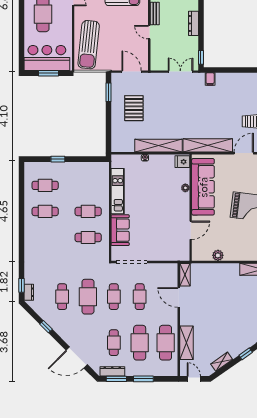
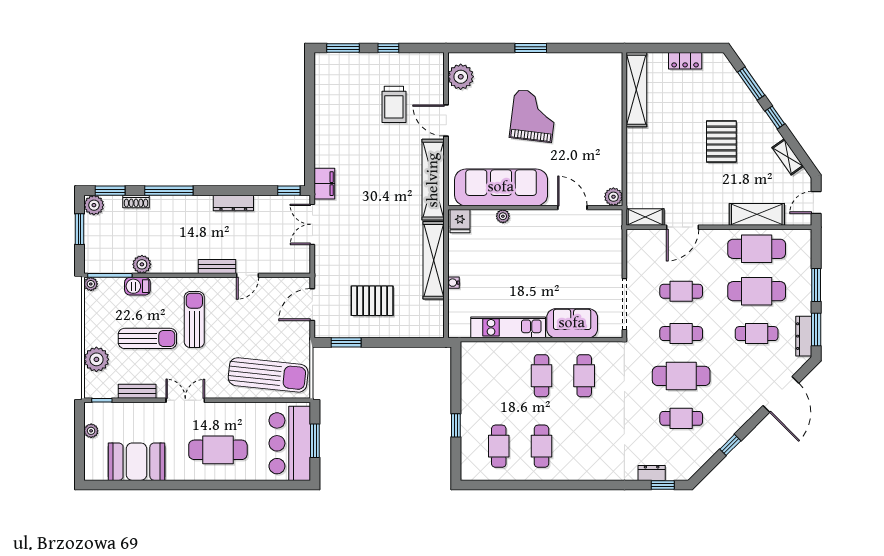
filing cabinet: (210, 79) -> (324, 184), width x2.00
plant: (218, 255) -> (613, 197), moved
dresser: (29, 292) -> (652, 473), moved
pallet: (231, 321) -> (721, 141), added

